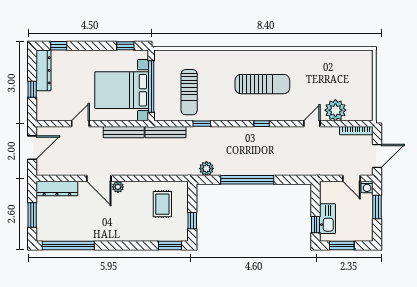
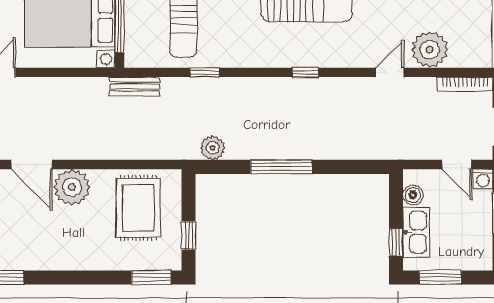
bench: (124, 132) -> (73, 87), removed
bench: (166, 132) -> (135, 87), width x0.73
window: (247, 180) -> (281, 167), width x0.68
plant: (118, 187) -> (72, 187), width x1.87, depth x1.87
boiler: (325, 197) -> (413, 195), added
rug: (162, 204) -> (138, 208), width x1.36, depth x1.43

